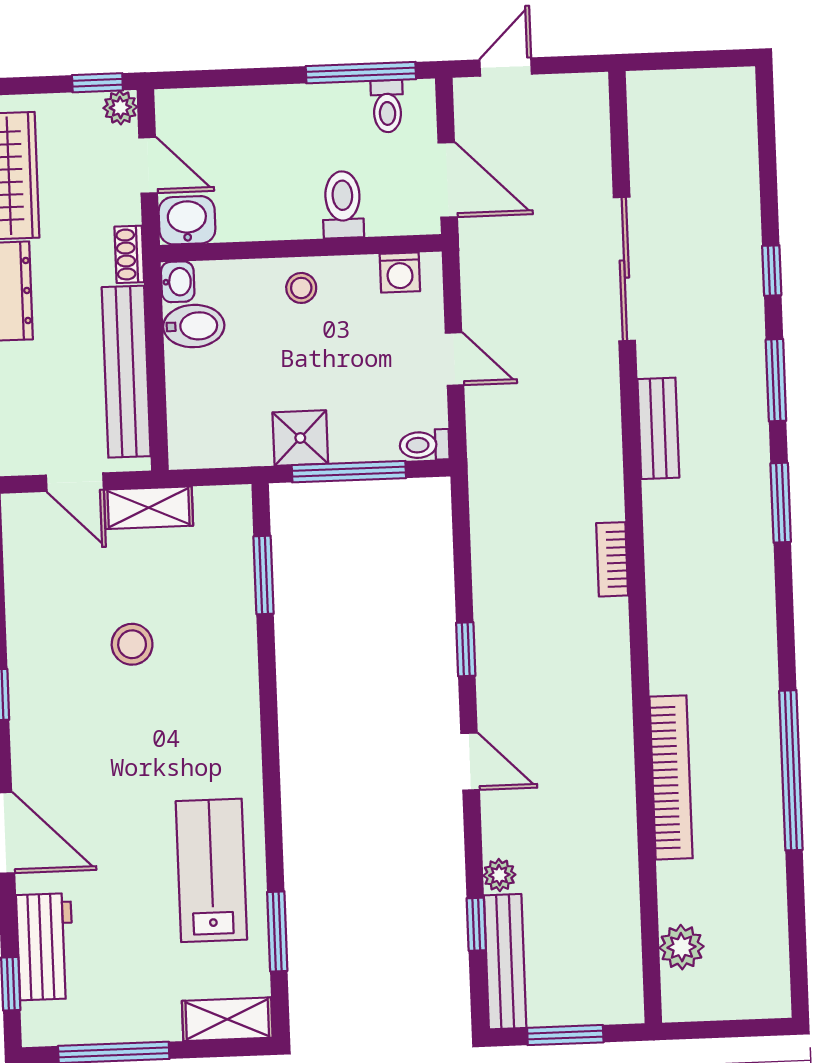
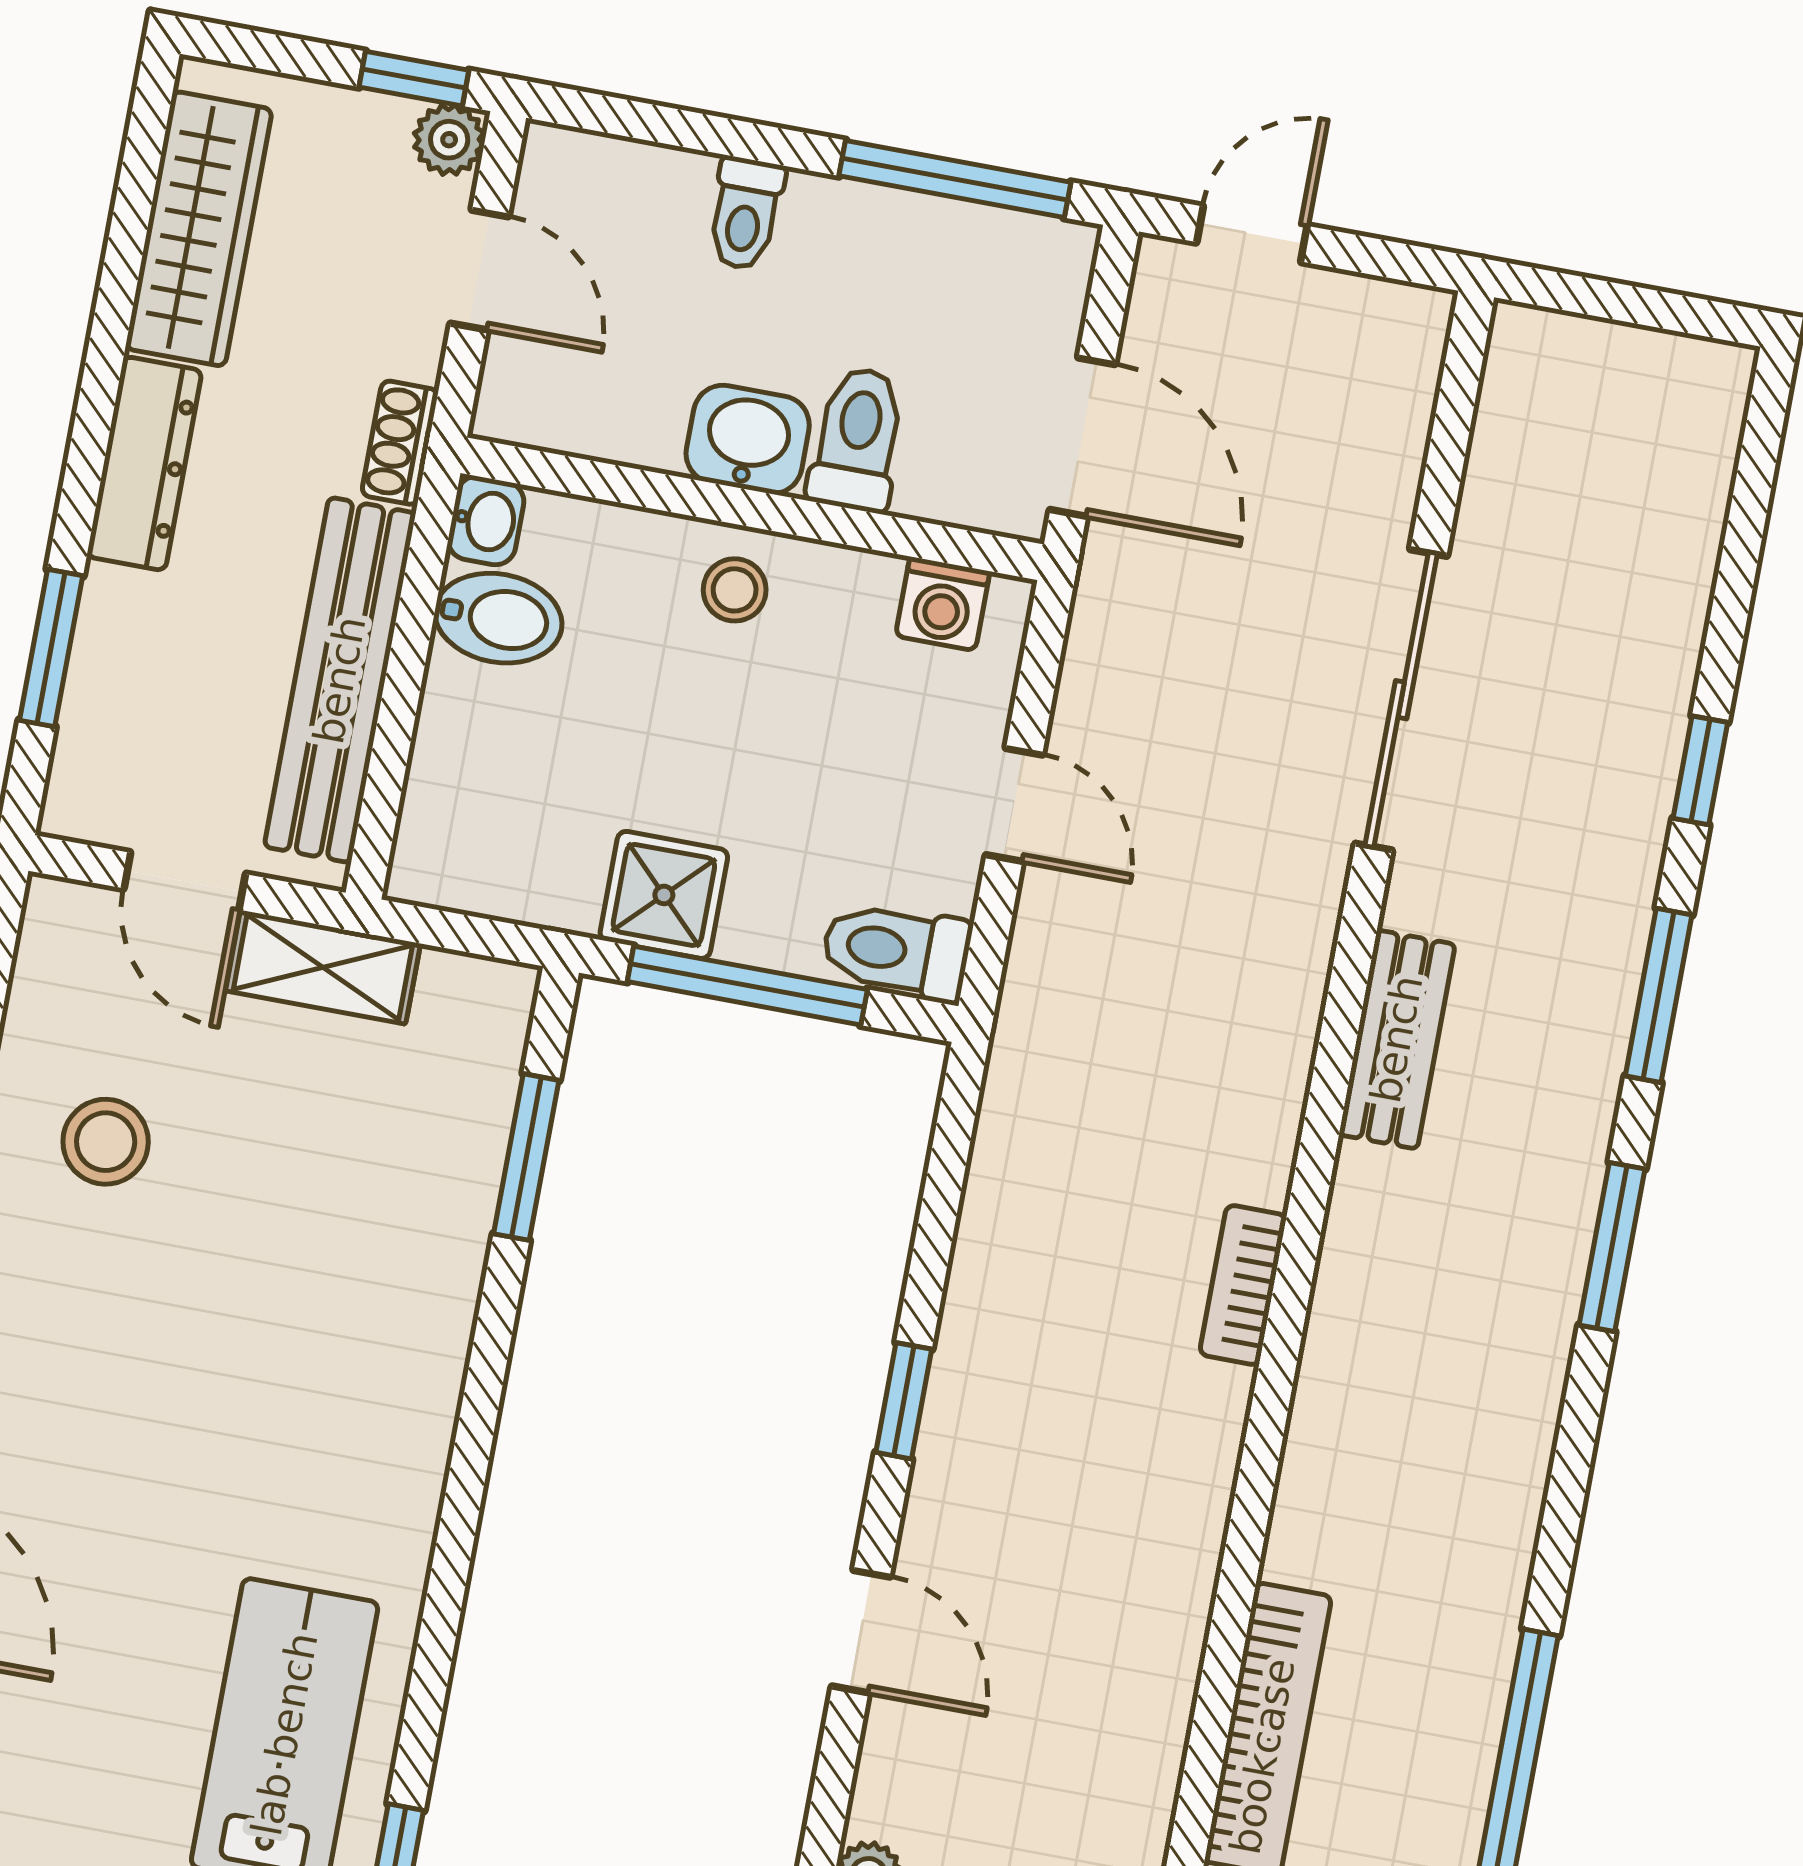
toilet: (387, 106) -> (745, 213), moved
washbasin: (187, 220) -> (748, 439), moved
toilet: (425, 445) -> (896, 951), width x1.37, depth x1.39
stool: (132, 644) -> (106, 1142), moved

